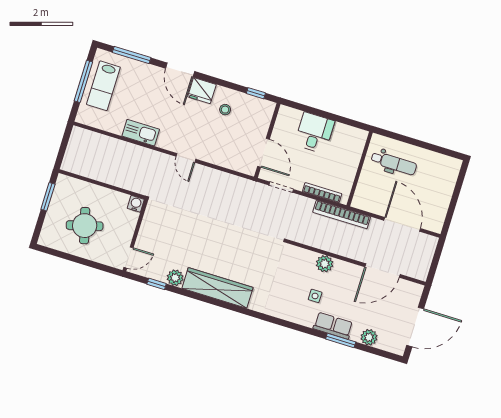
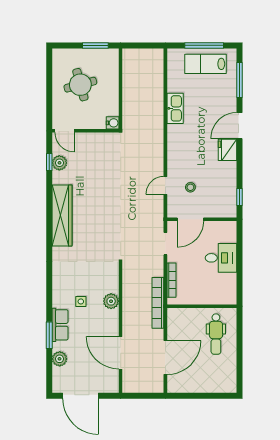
stool: (225, 110) -> (190, 187), moved
door: (186, 158) -> (165, 185), moved
plant: (175, 278) -> (59, 163), moved

